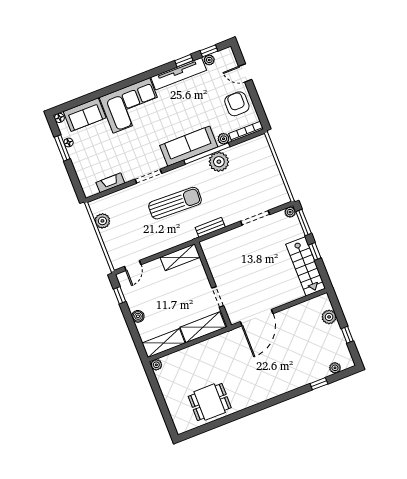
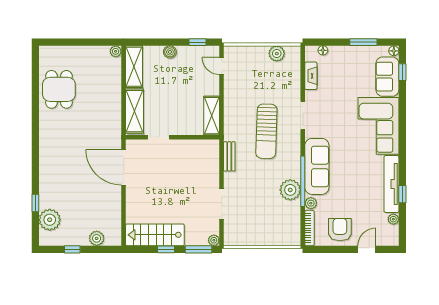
window: (209, 51) -> (402, 72), moved
armchair: (237, 104) -> (340, 230), turned -90
floor lamp: (69, 142) -> (323, 50), moved
plant: (335, 368) -> (50, 220), width x1.88, depth x1.88

